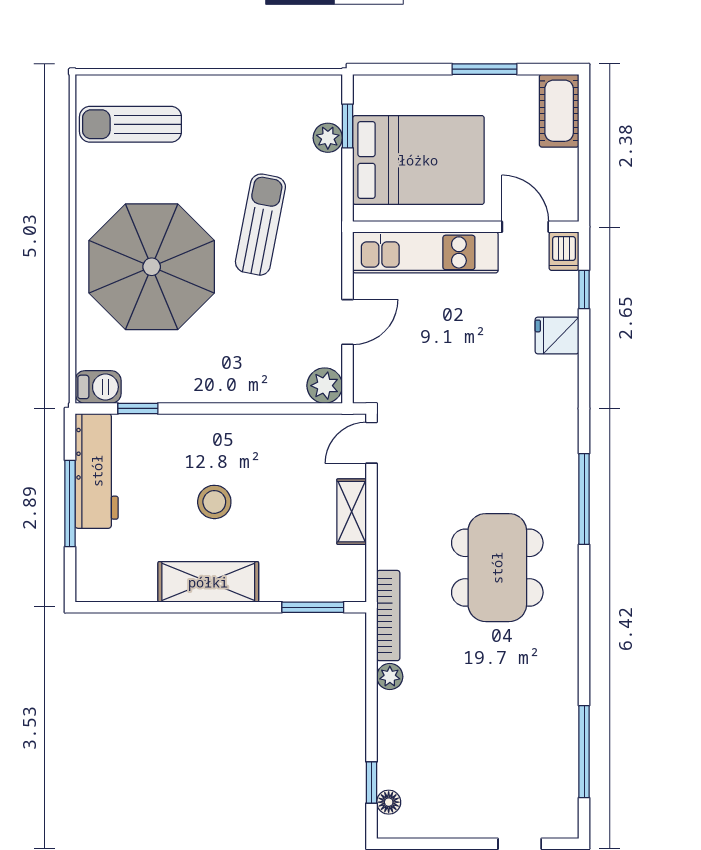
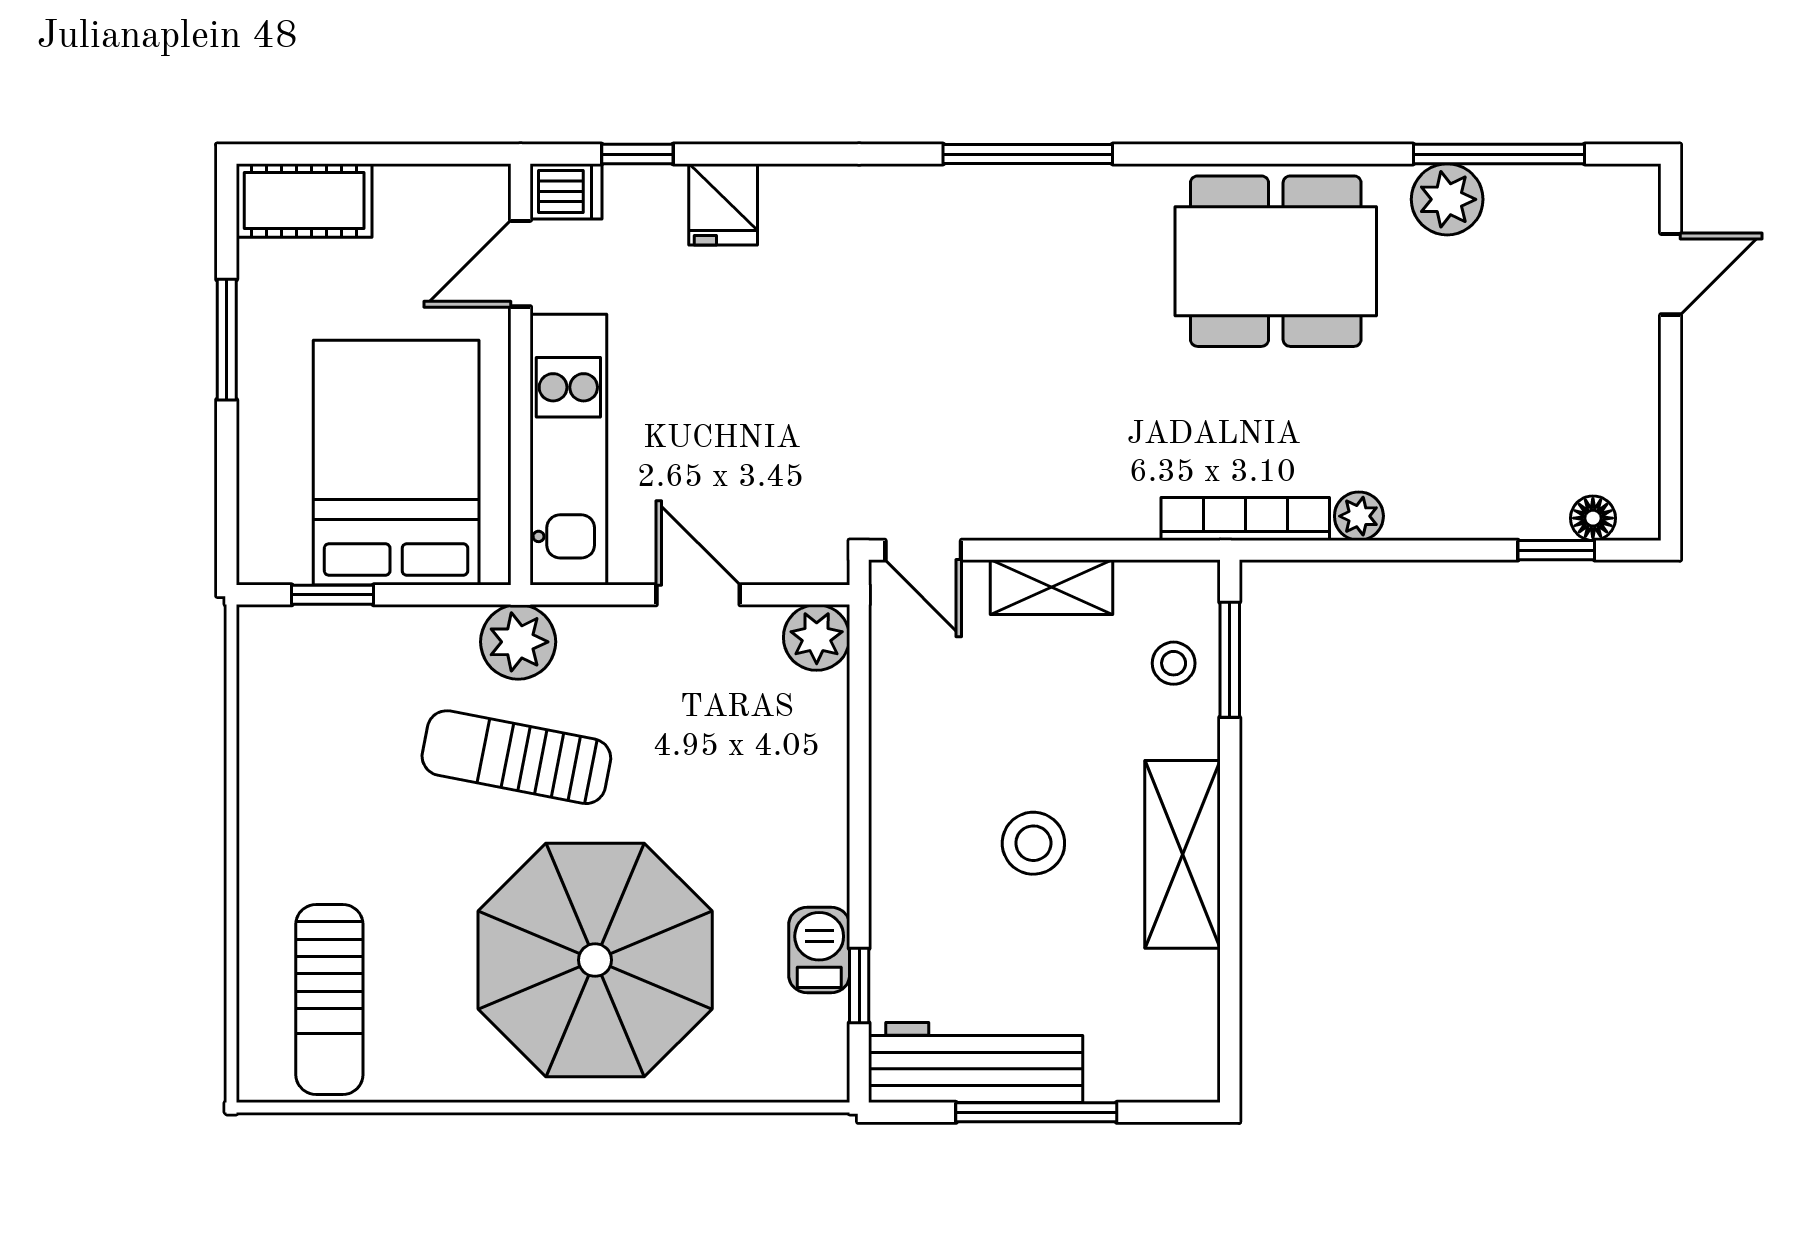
plant: (328, 138) -> (518, 642), moved, width x1.38, depth x1.38
barbecue: (98, 387) -> (819, 950), moved
dining table: (497, 568) -> (1276, 261), moved
stool: (311, 577) -> (1174, 663), added
plant: (560, 724) -> (1447, 199), added

